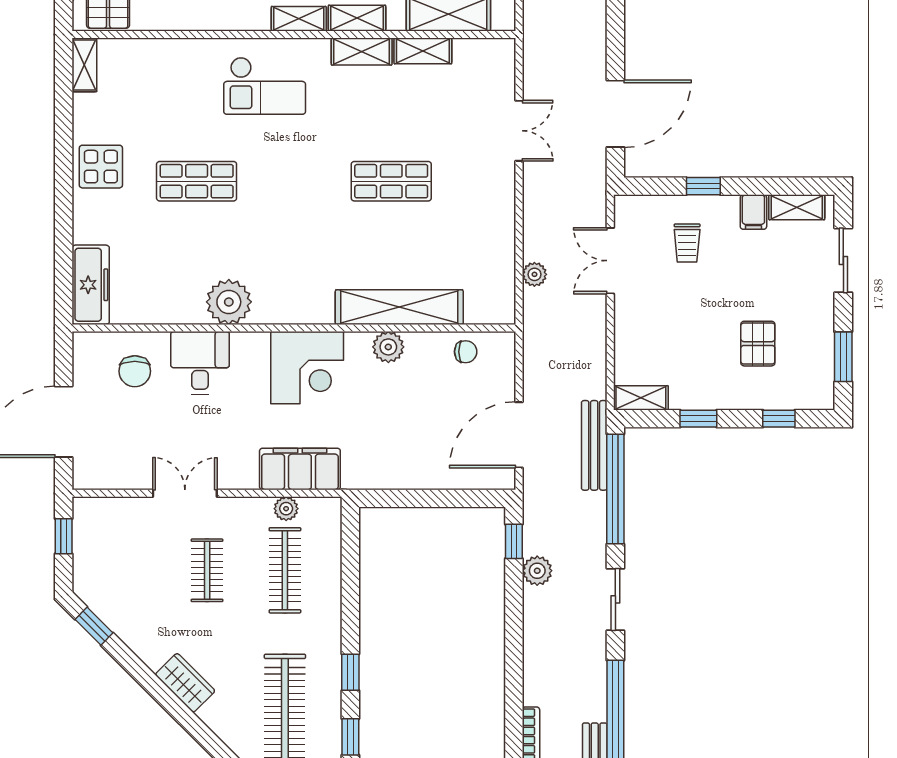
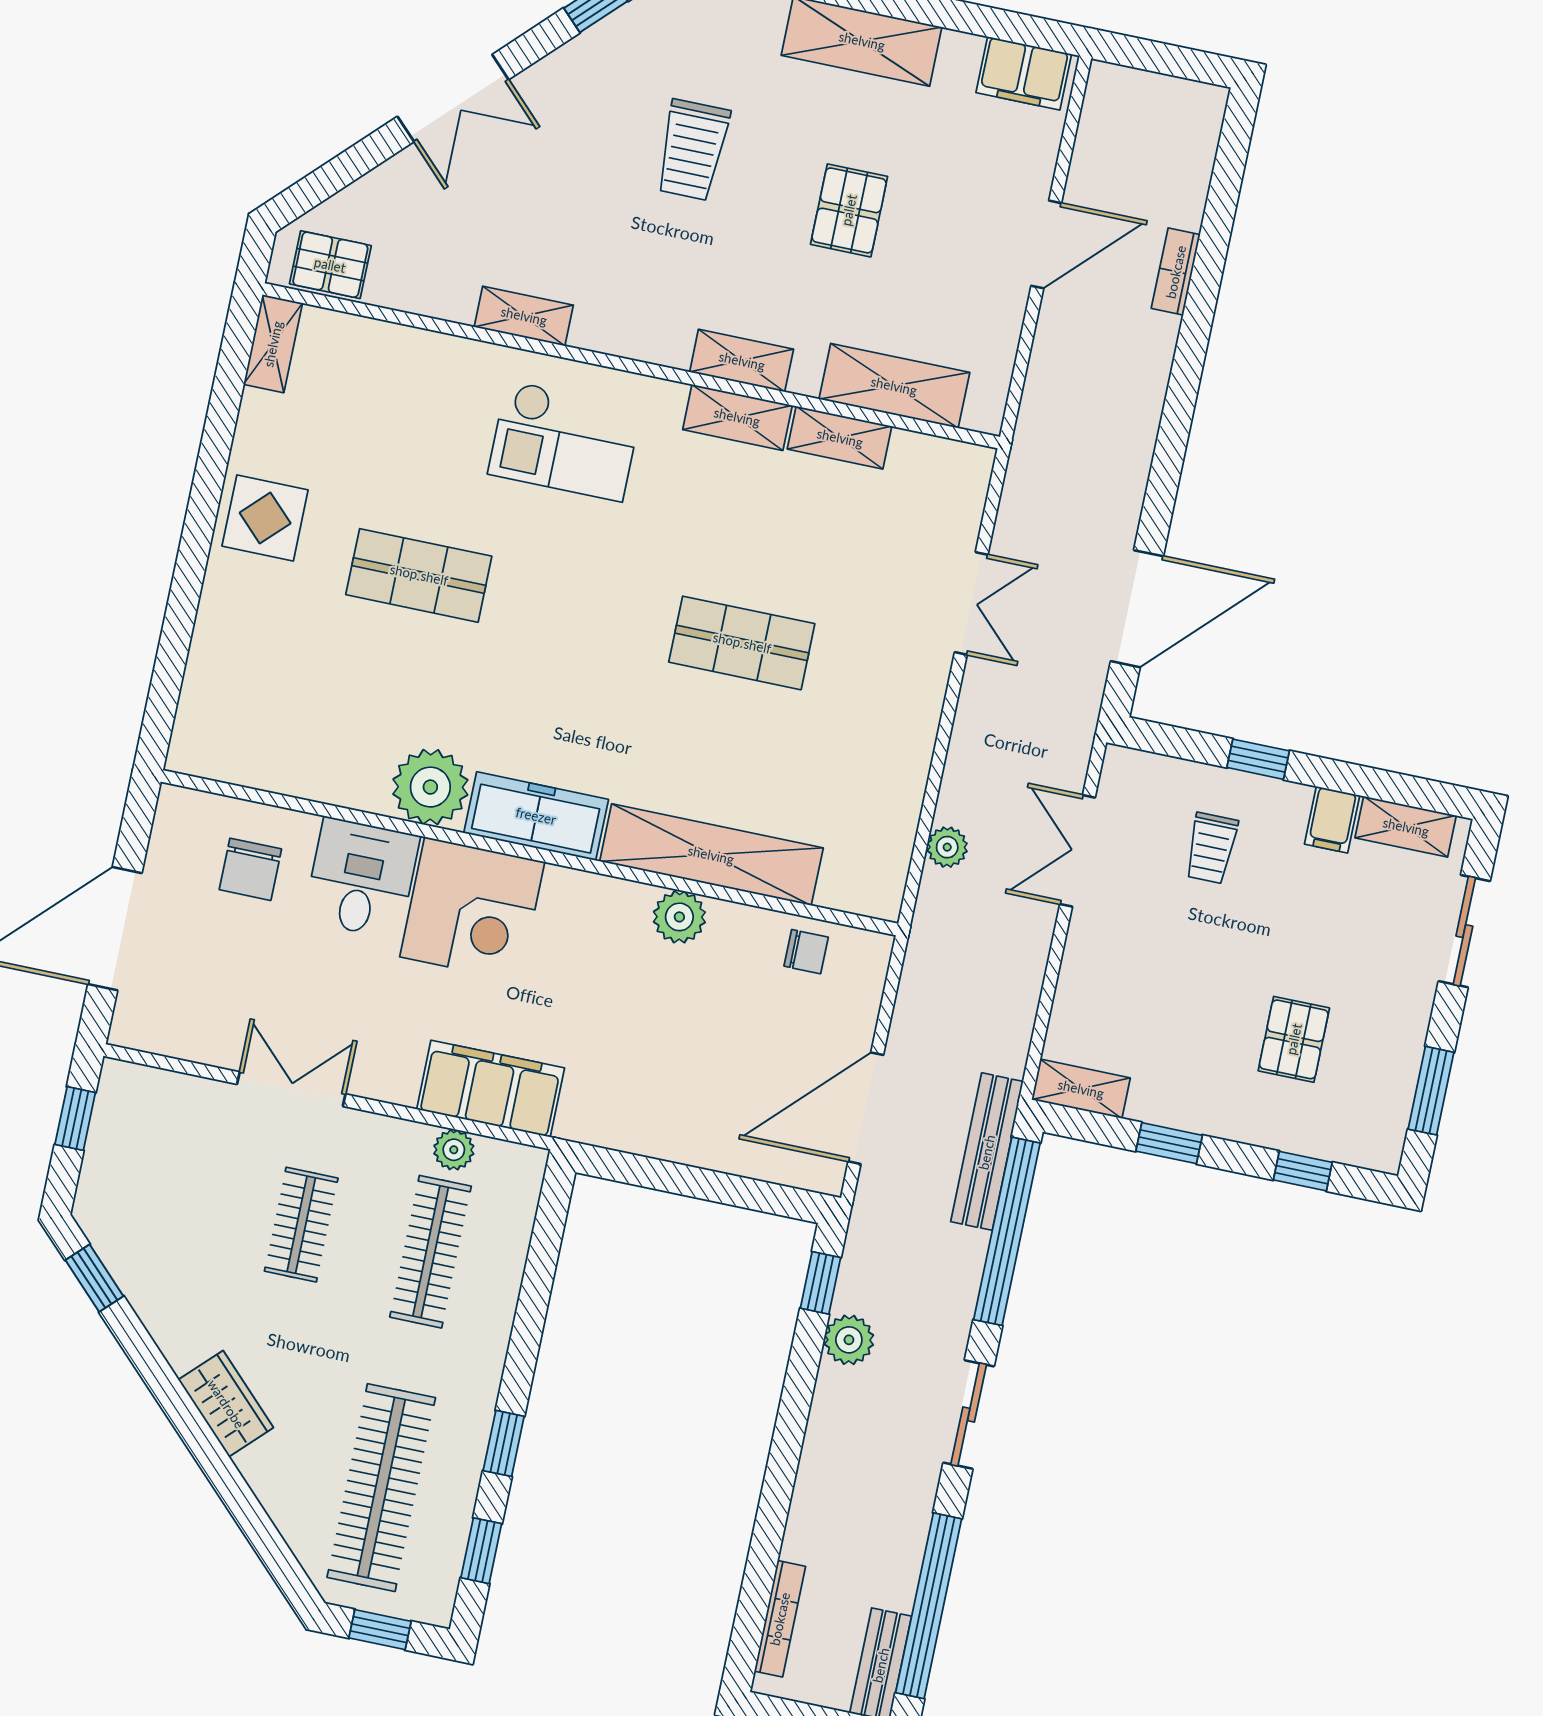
shelving: (299, 19) -> (524, 316), moved
freezer: (91, 285) -> (536, 816), moved, turned -90
corner desk: (307, 368) -> (472, 909), moved

